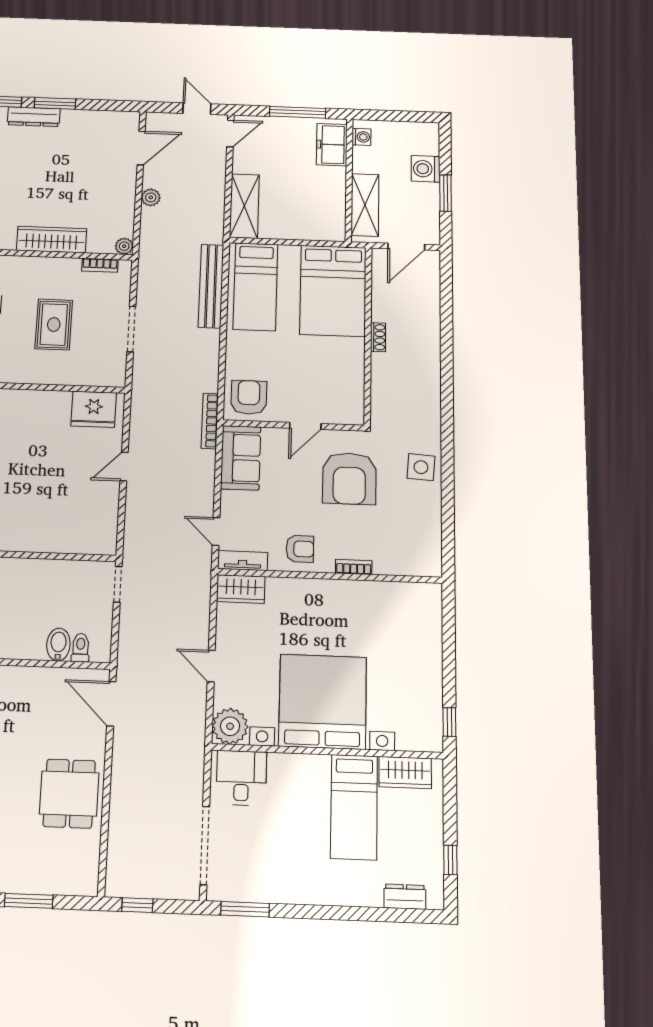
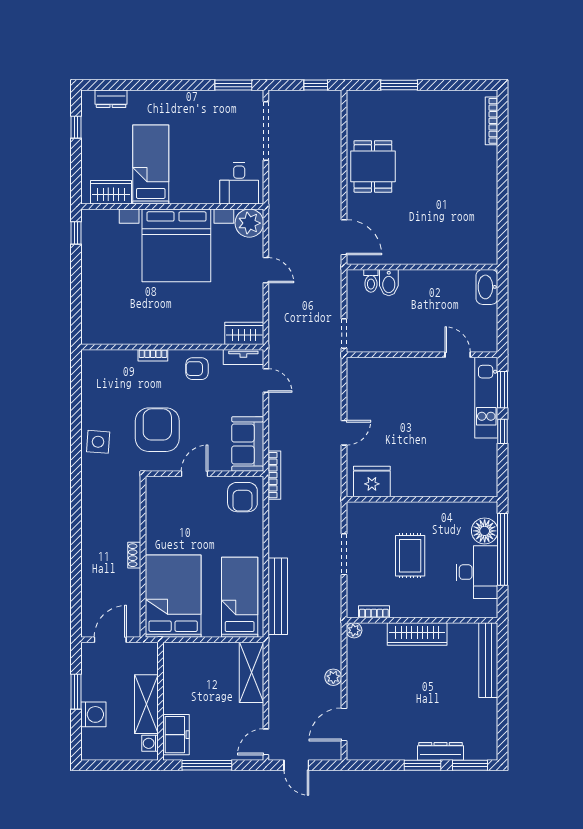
shelving: (365, 205) -> (146, 704), moved

